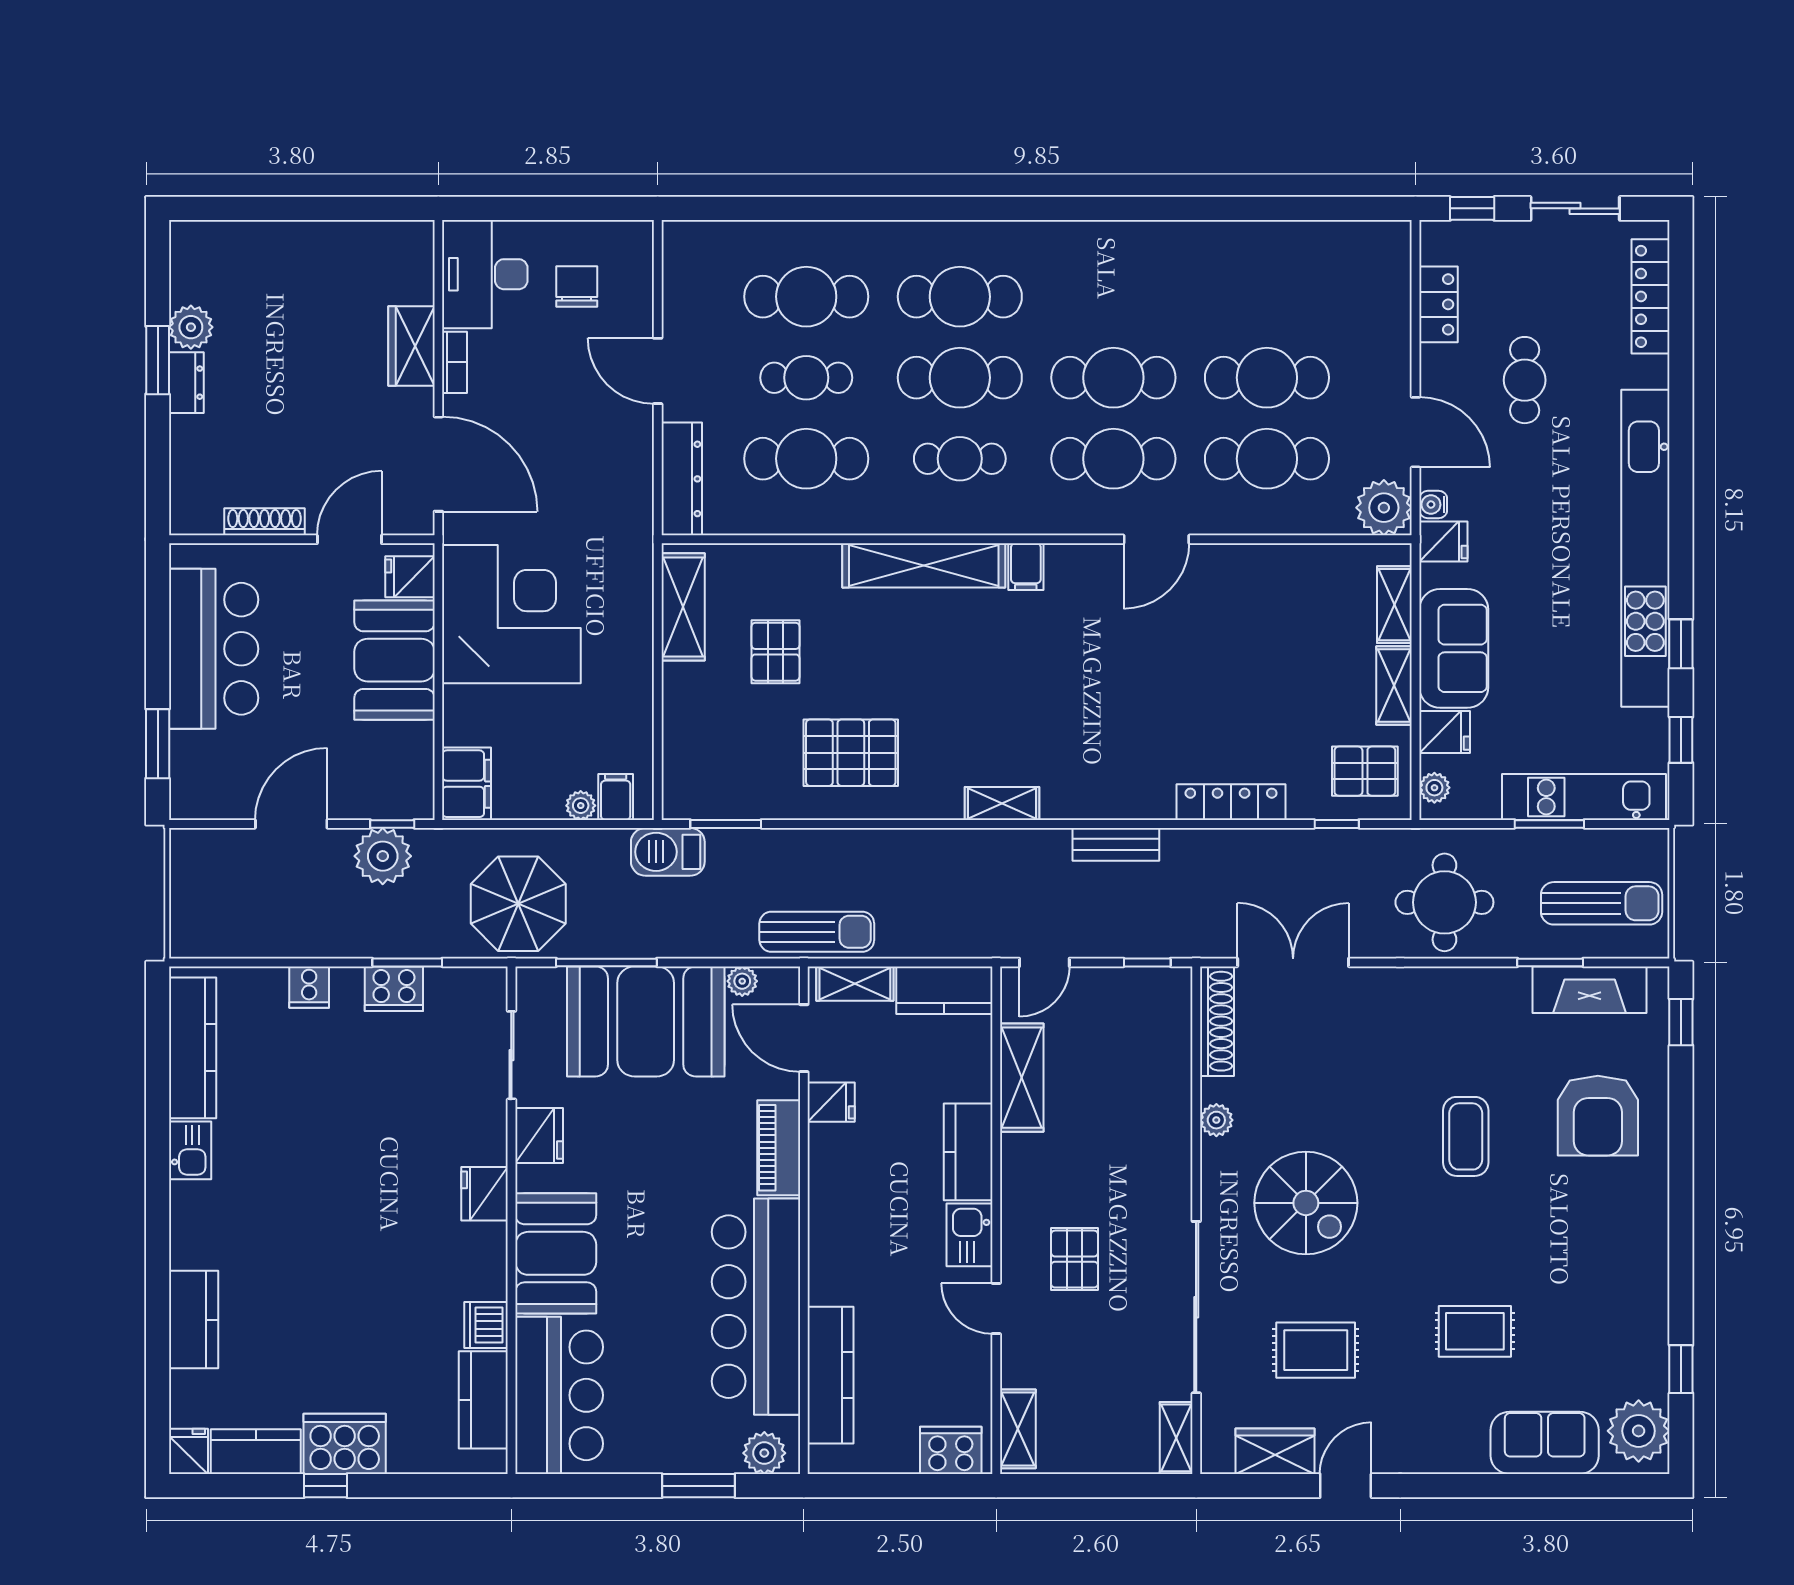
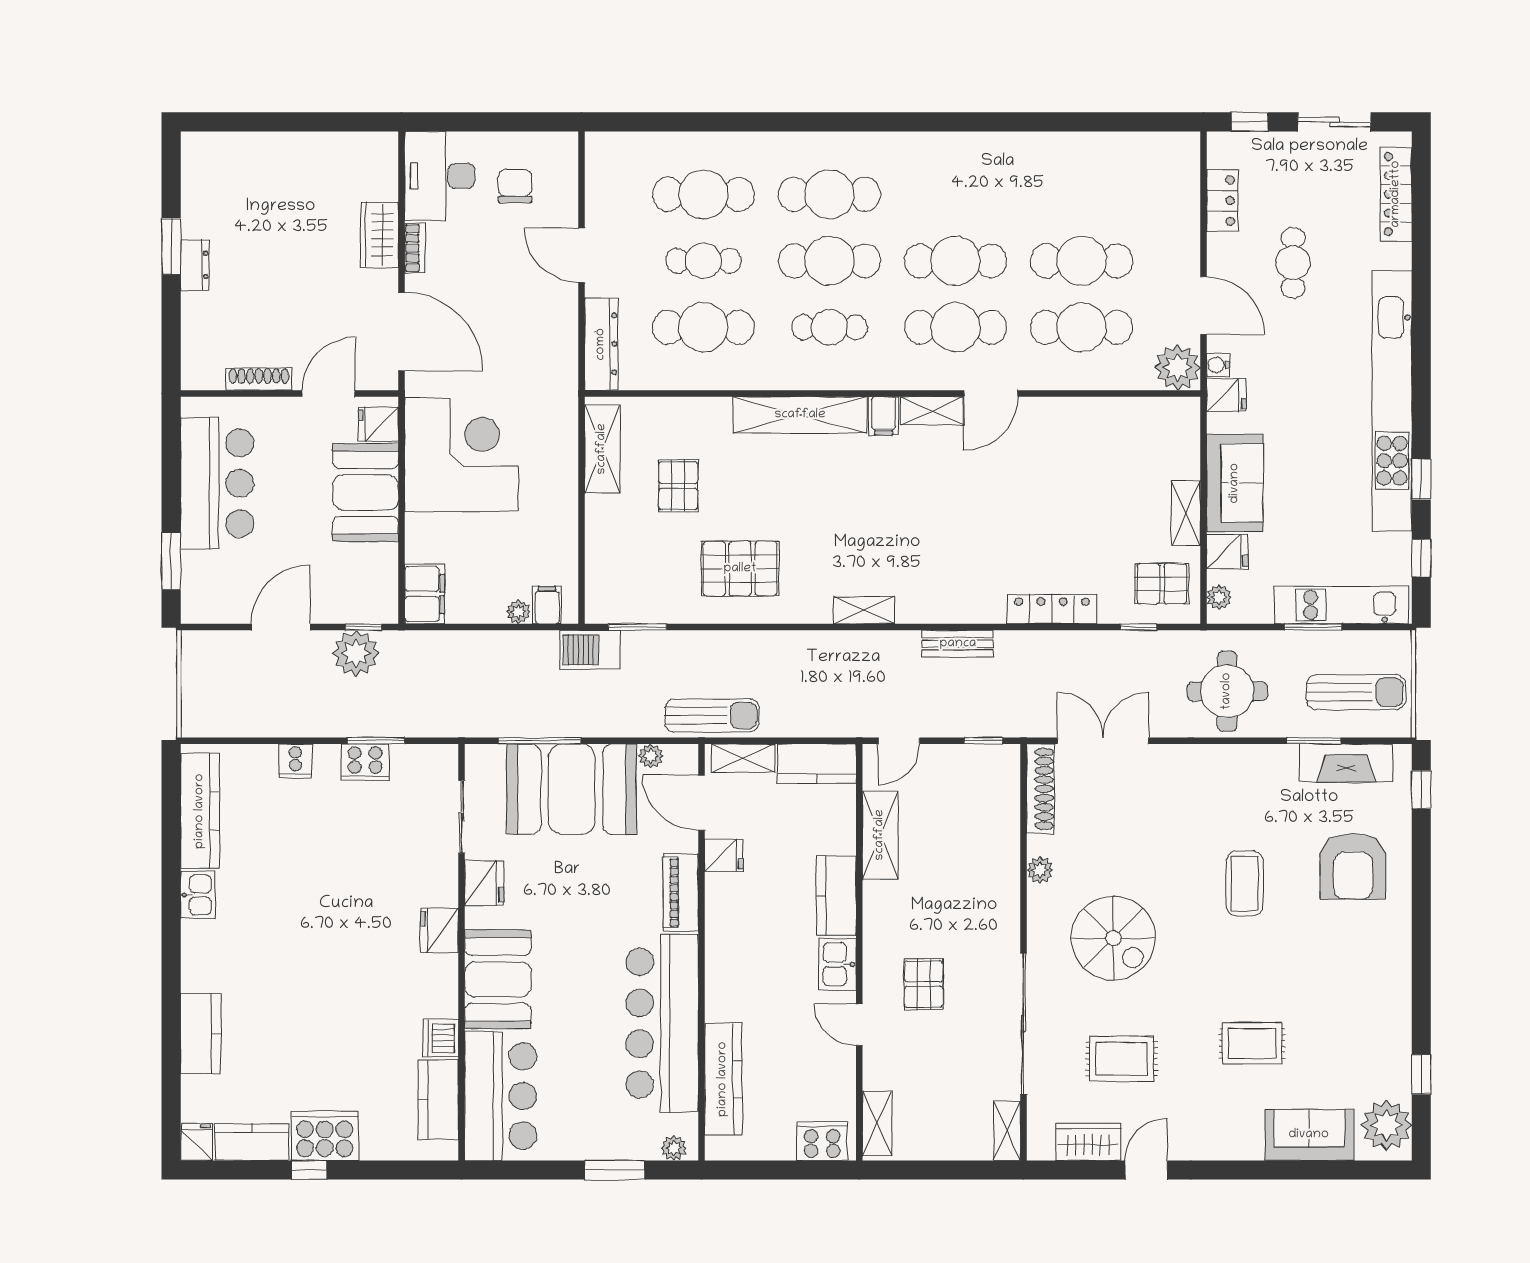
plant: (191, 327) -> (198, 219), removed
shelving: (1394, 605) -> (932, 411), moved, turned 90
parasol: (518, 904) -> (467, 693), removed
plant: (764, 1453) -> (674, 1148), width x0.73, depth x0.73

